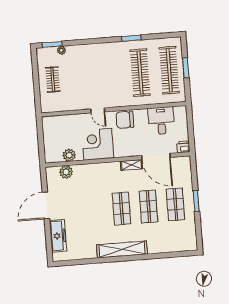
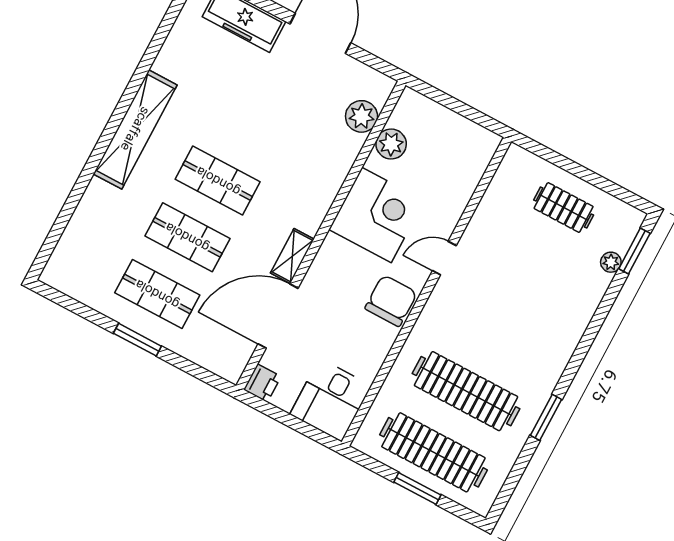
desk: (161, 121) -> (331, 400), moved, turned 90

